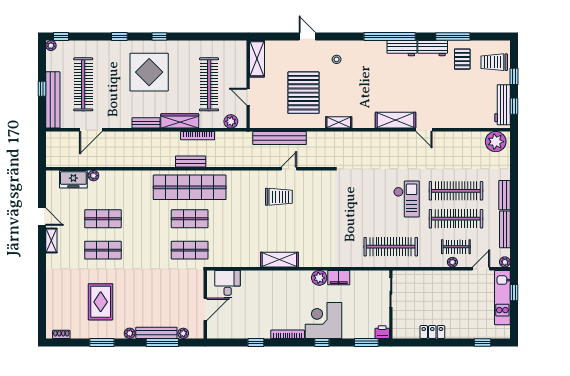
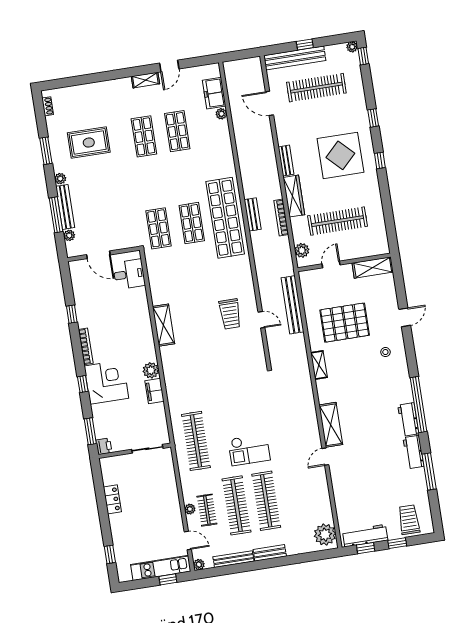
pallet: (462, 59) -> (407, 485), removed

